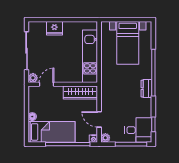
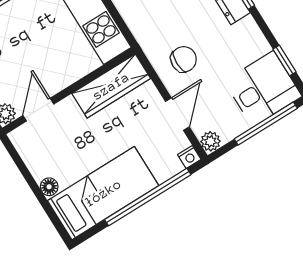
chair: (115, 100) -> (184, 59), added
door: (99, 119) -> (177, 114), swing flipped

